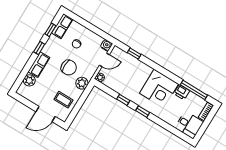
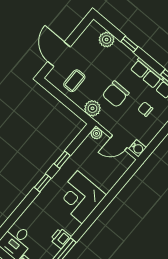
window: (39, 48) -> (129, 44), moved
window: (134, 54) -> (121, 183), removed
door: (104, 60) -> (119, 143), hinge flipped
row of seats: (39, 65) -> (147, 73), moved
corner desk: (159, 89) -> (80, 197), moved

